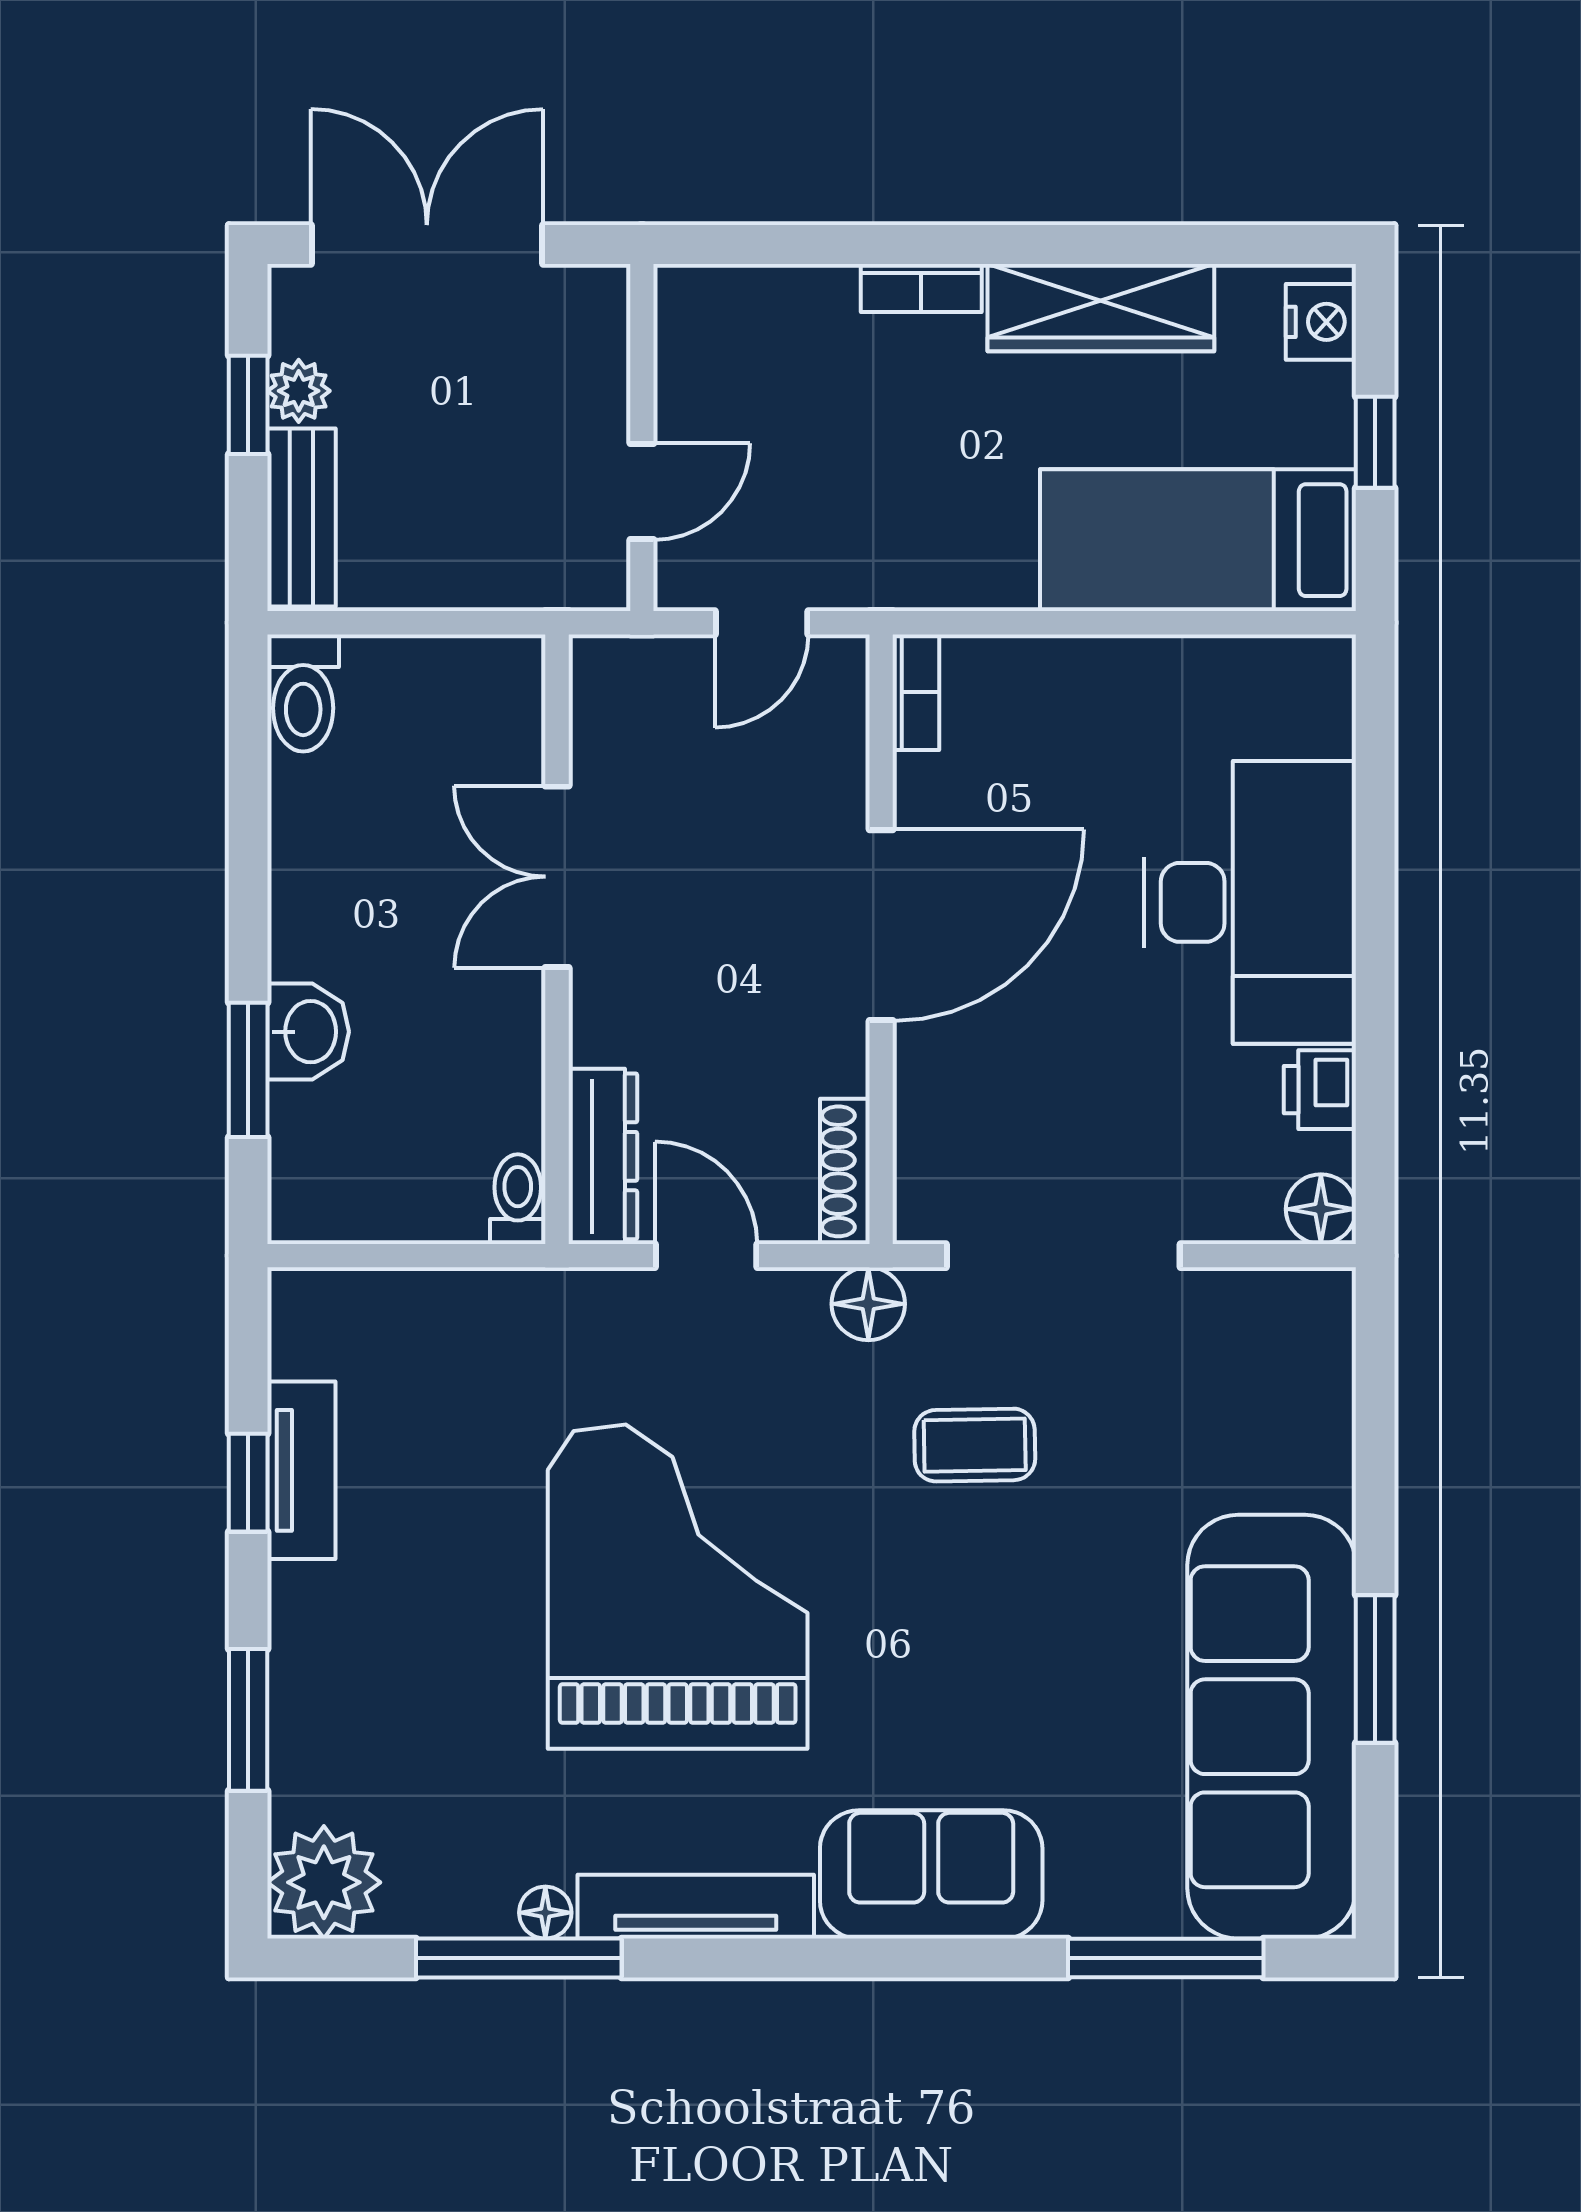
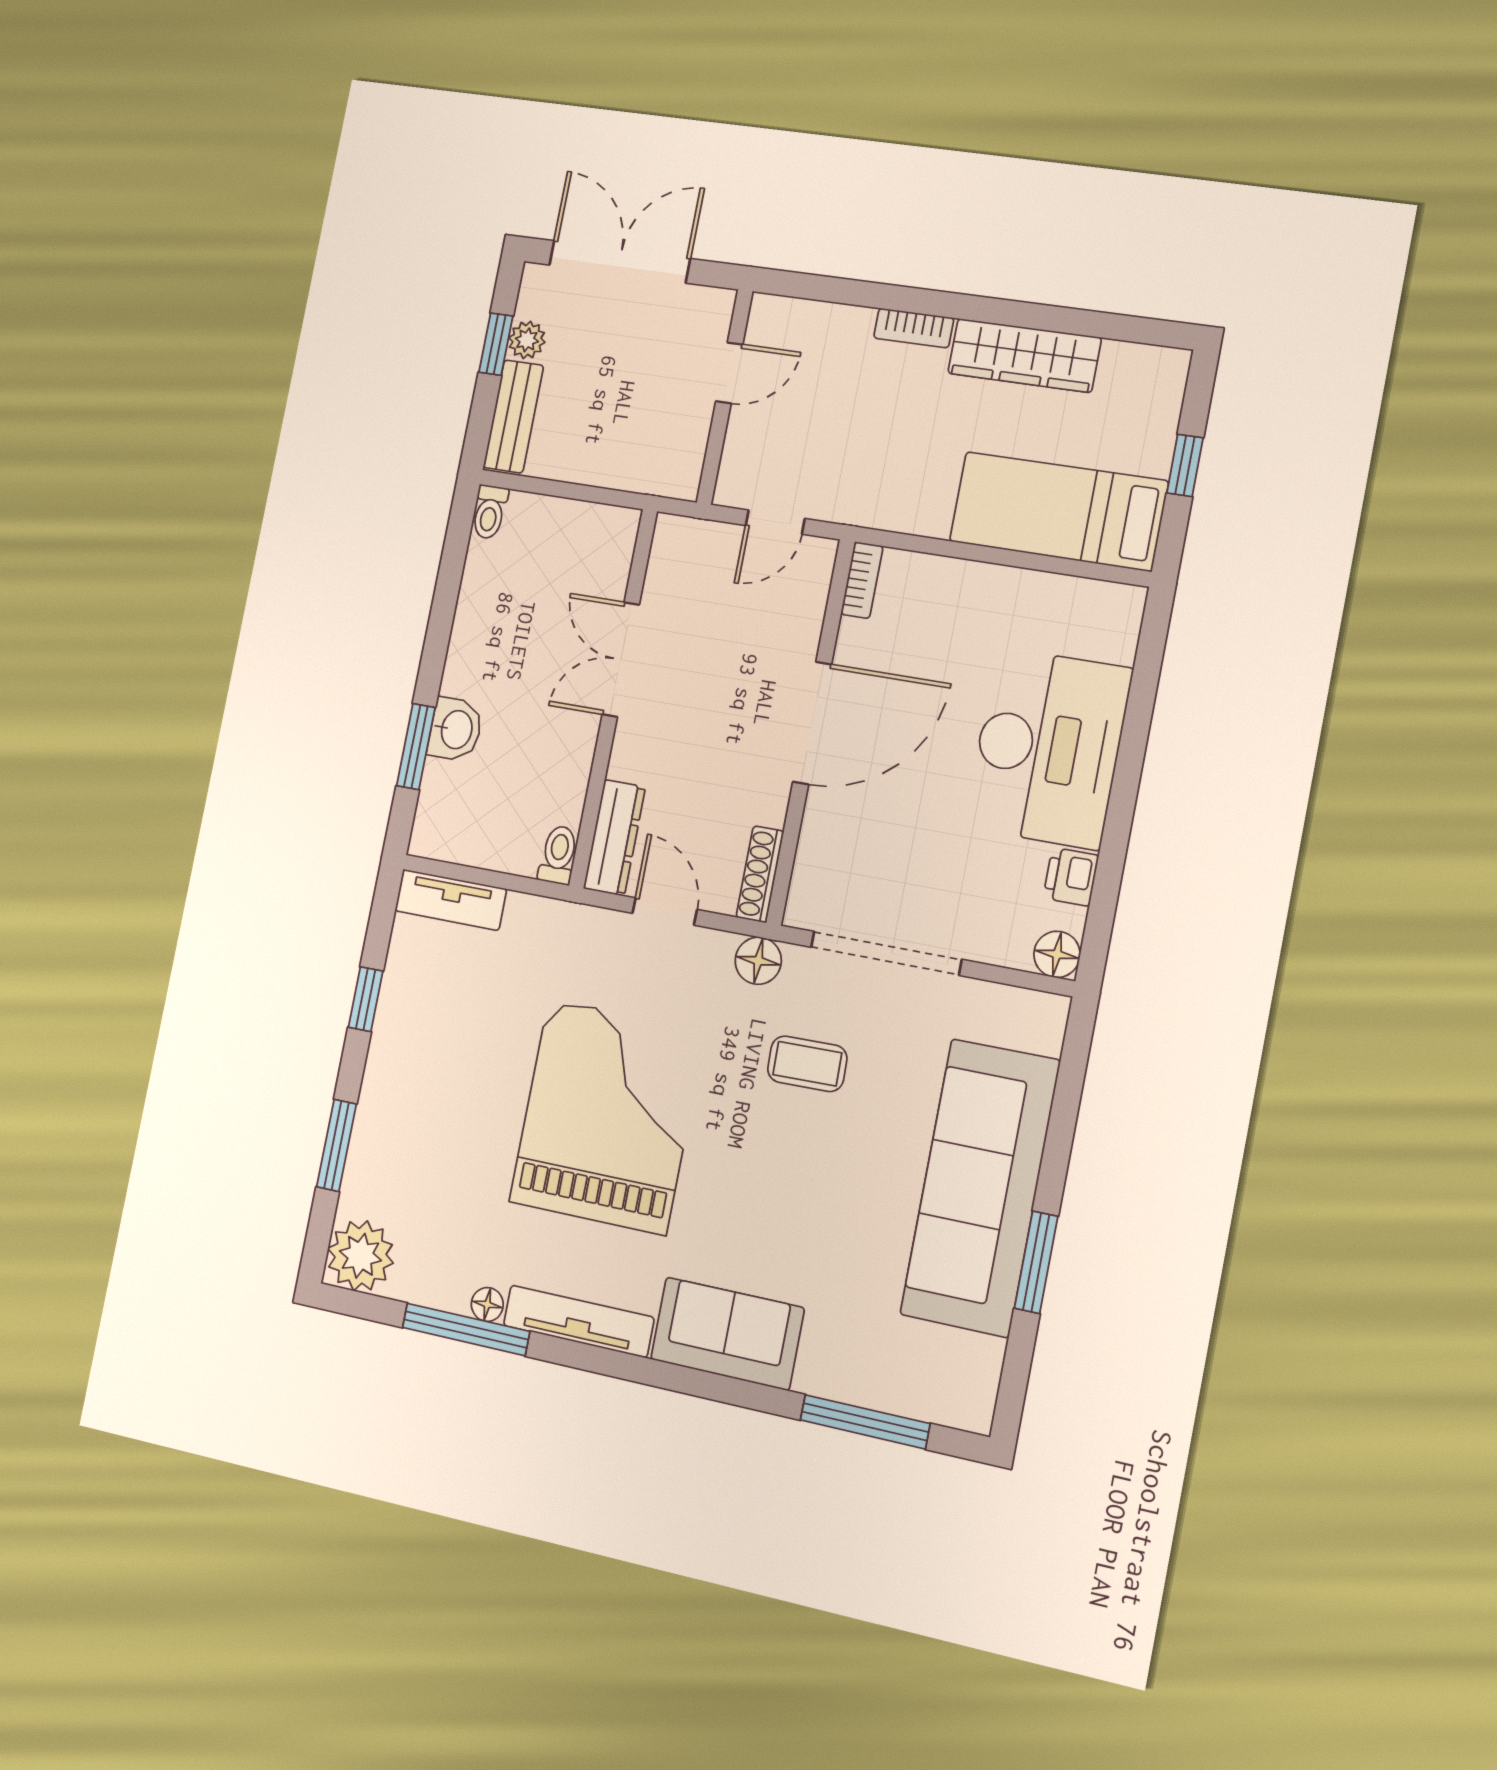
nightstand: (1321, 322) -> (1164, 384), removed
door: (642, 491) -> (729, 373), moved
toilet: (303, 693) -> (490, 512), width x0.73, depth x0.72
tv unit: (301, 1470) -> (451, 900), moved, turned 90
sofa: (1272, 1727) -> (980, 1187), moved

